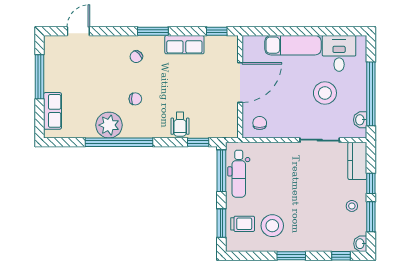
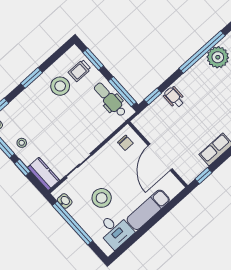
chair: (135, 99) -> (216, 88), removed

